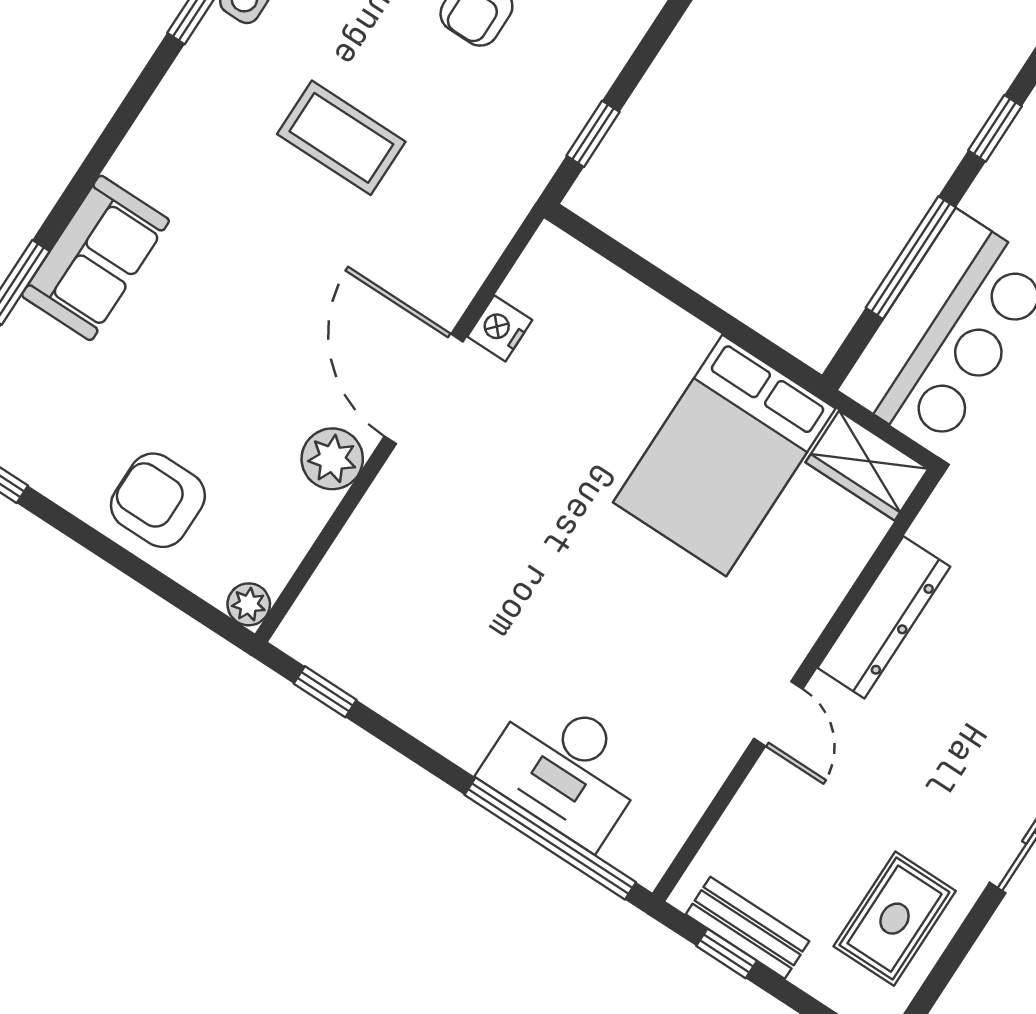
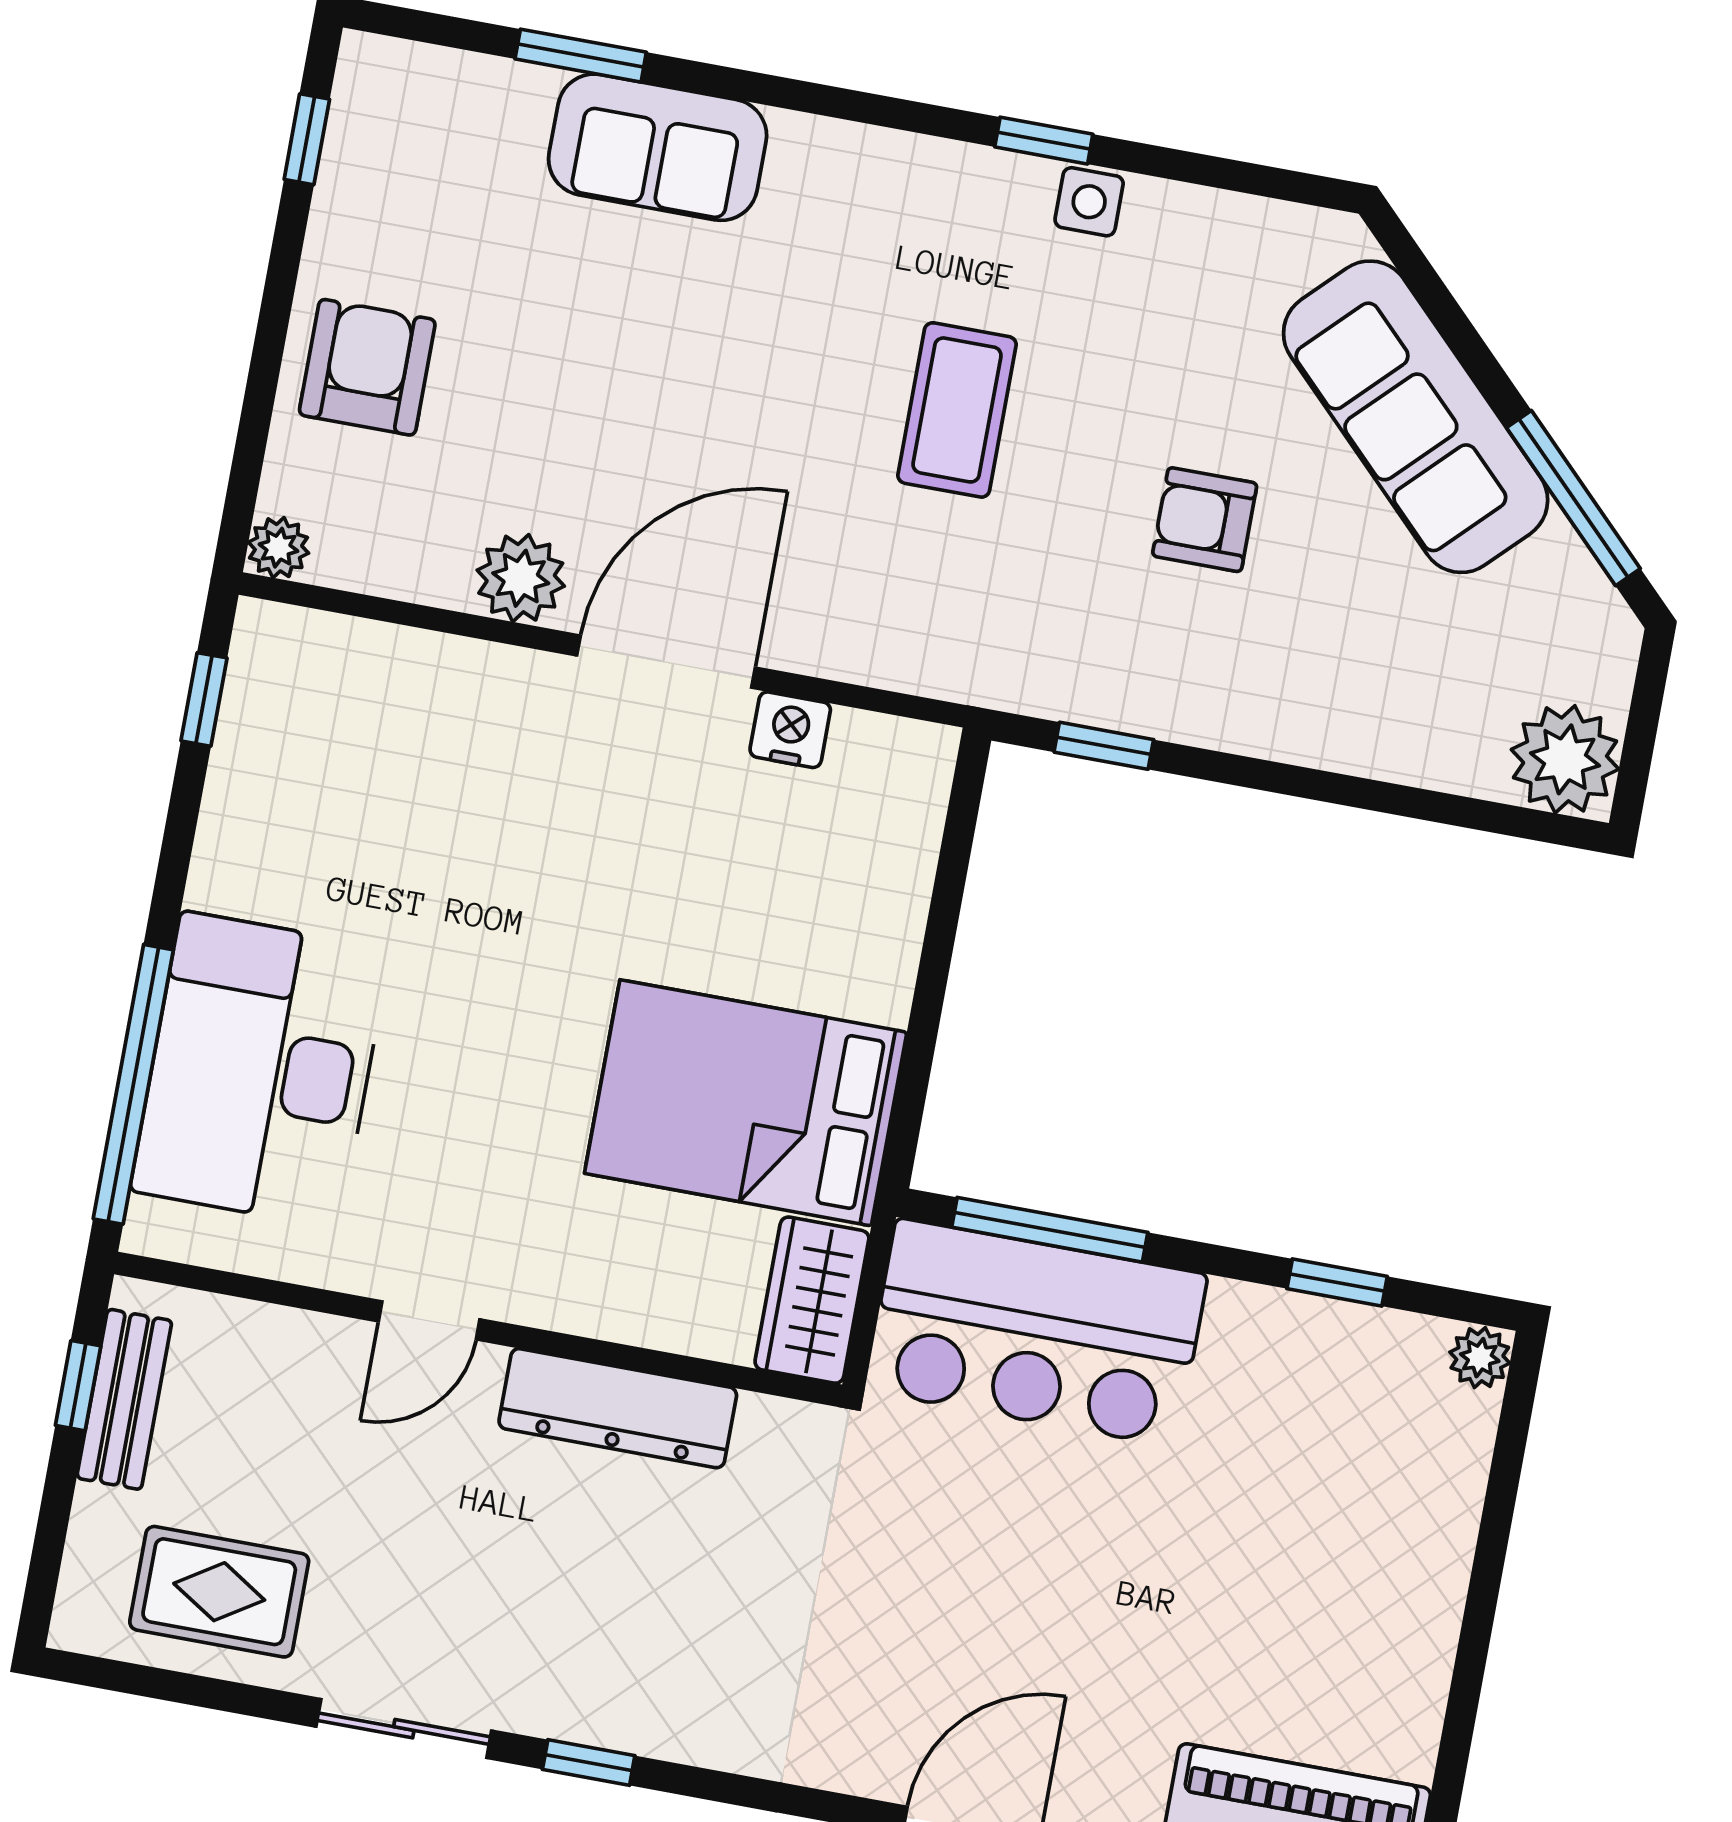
window: (911, 258) -> (1050, 1230), moved
desk: (565, 768) -> (260, 1070), width x1.36, depth x1.30

